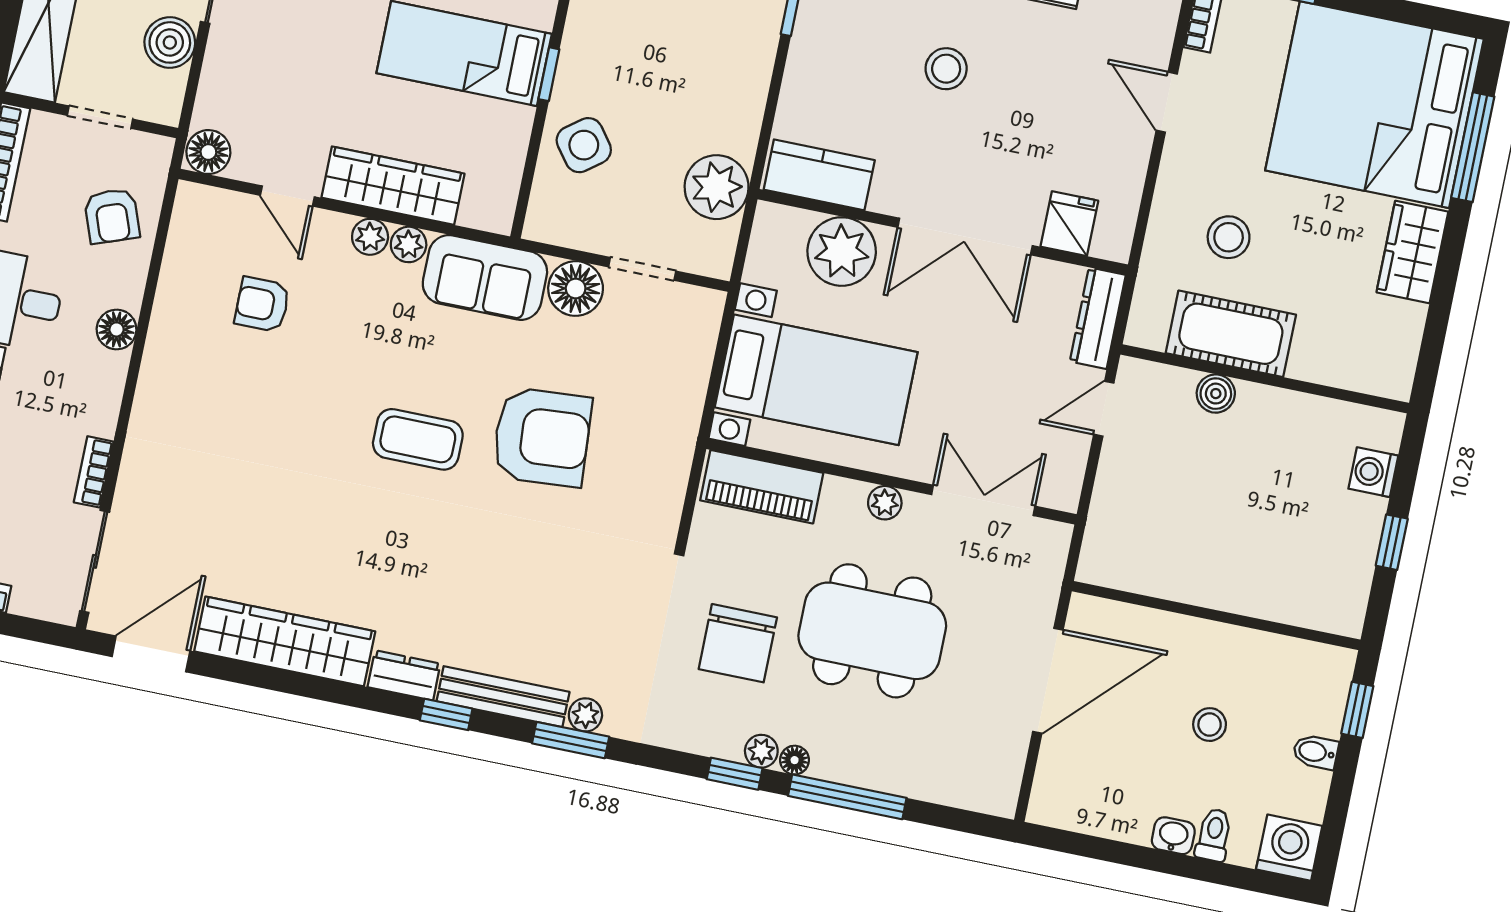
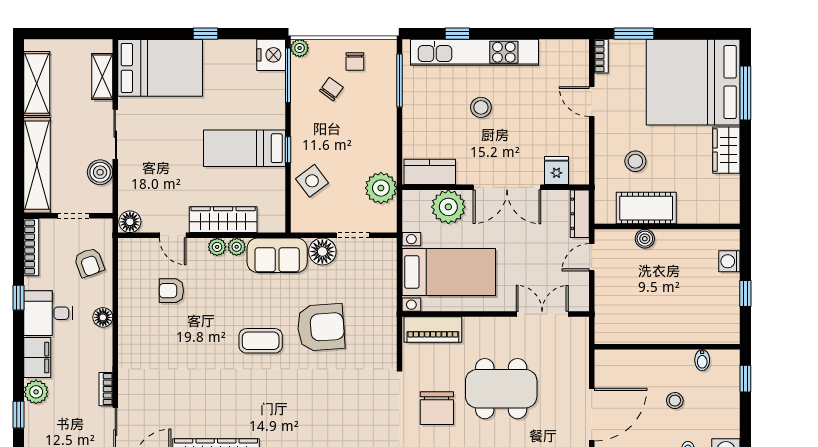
plant: (885, 503) -> (494, 325), removed
door: (1048, 681) -> (592, 415), moved
bidet: (1316, 752) -> (702, 360), moved, turned -90

